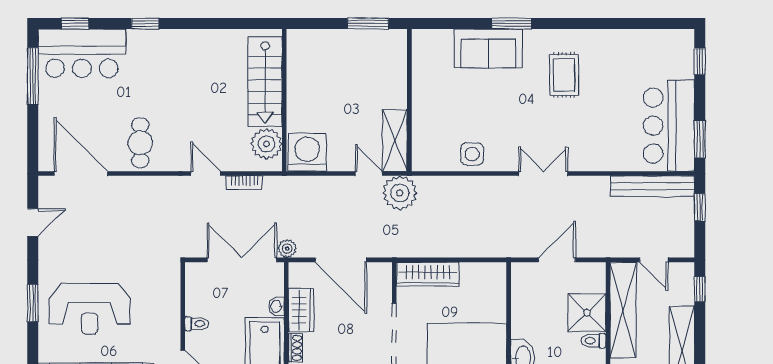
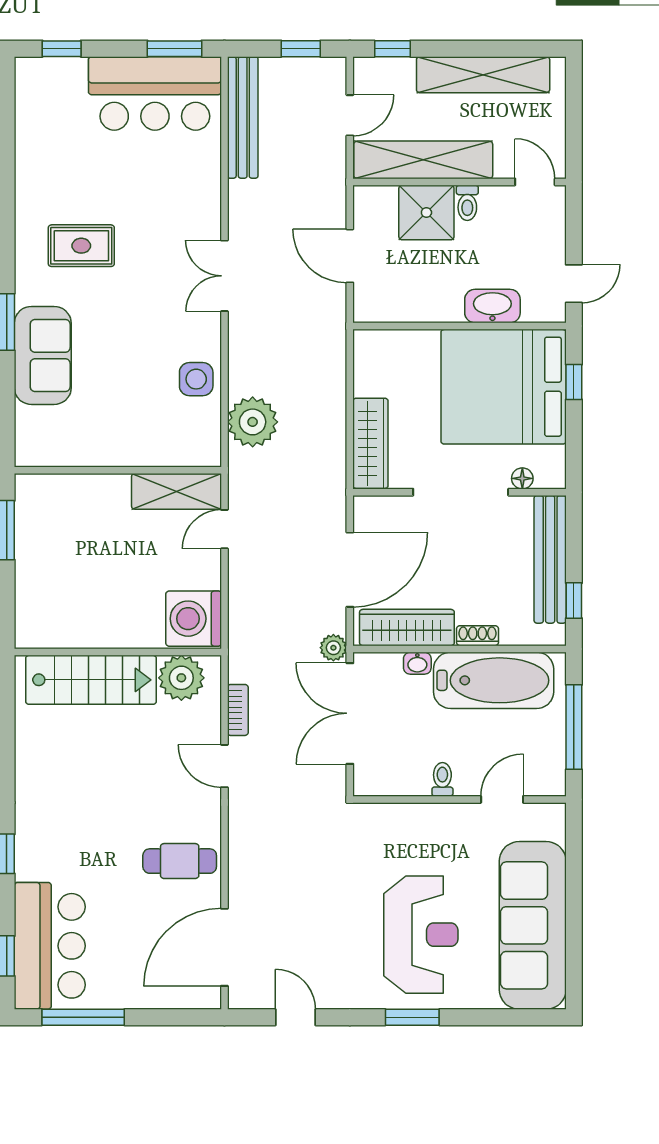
door: (206, 174) -> (224, 766), hinge flipped
plant: (400, 193) -> (253, 422), moved
window: (700, 207) -> (301, 49), moved
wardrobe: (301, 310) -> (407, 628), width x1.50

